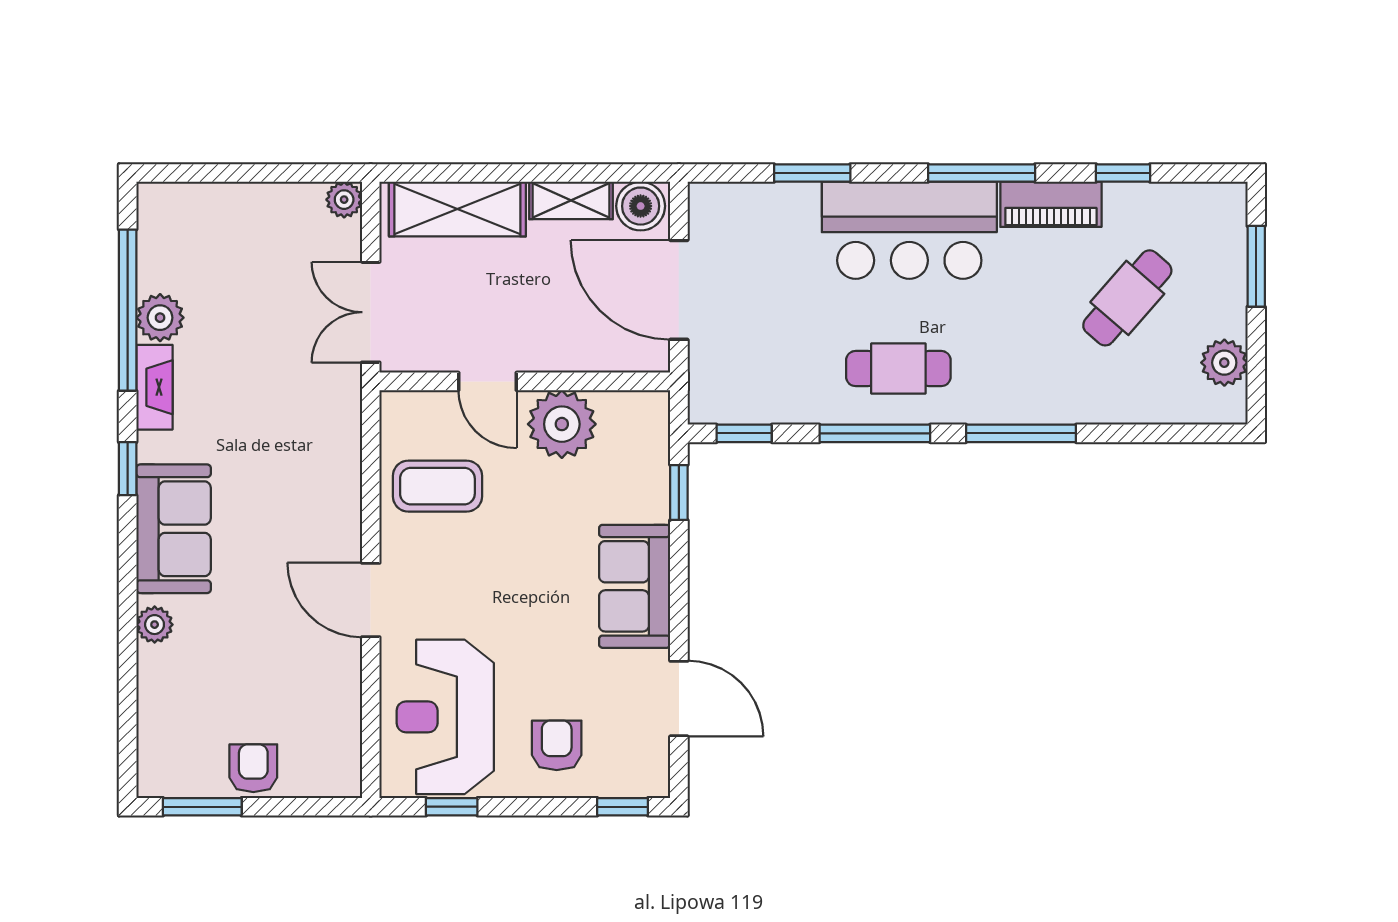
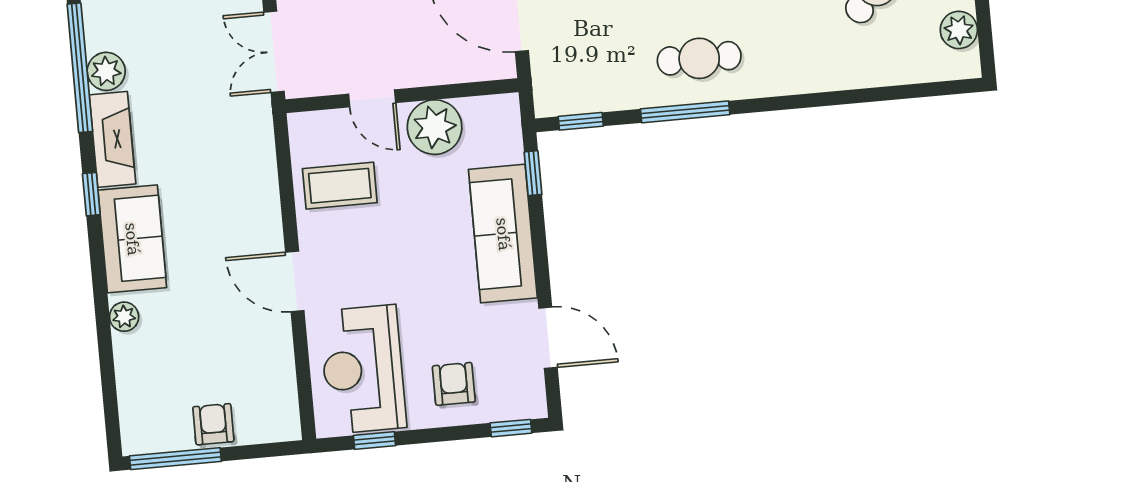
fireplace: (154, 387) -> (112, 139), width x1.37, depth x1.32
window: (1021, 433) -> (802, 101), removed
sofa: (635, 586) -> (503, 234), width x1.36
window: (202, 807) -> (175, 459), width x1.44

